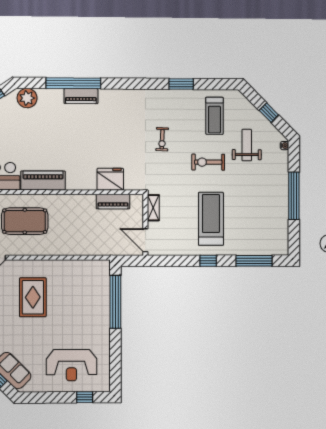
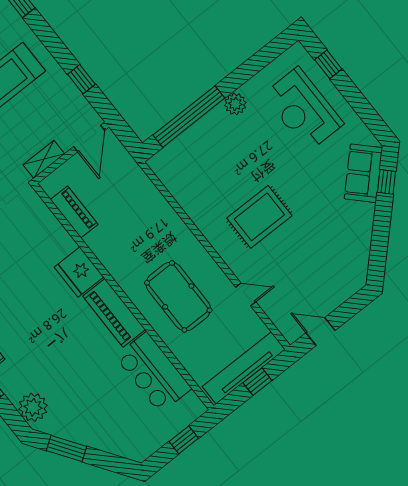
fridge: (110, 179) -> (79, 272), moved
window: (208, 261) -> (81, 79), moved
plant: (103, 332) -> (235, 104), added
reception desk: (71, 365) -> (303, 109), turned 180

